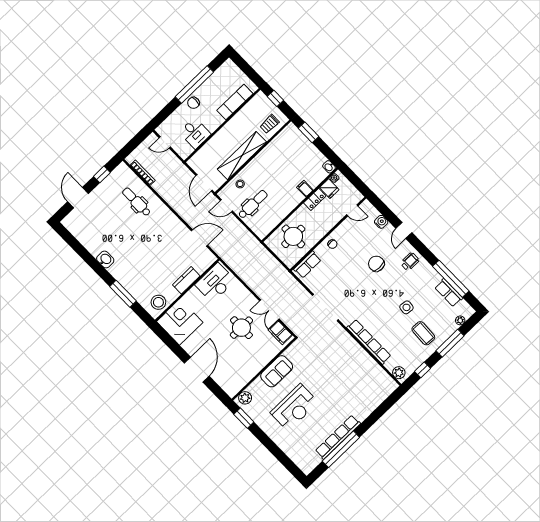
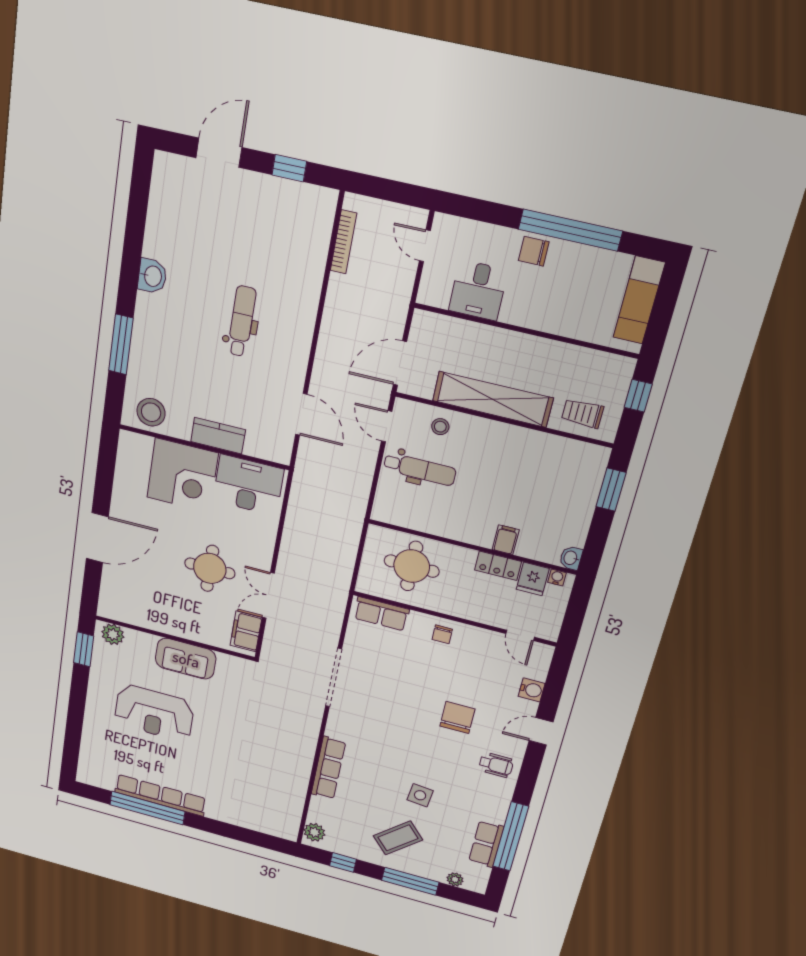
exam couch: (235, 102) -> (639, 300), moved, turned -90
dental chair: (136, 202) -> (242, 321), moved
corner desk: (180, 322) -> (182, 475), moved, turned 90
coffee table: (423, 333) -> (398, 838), turned 45
row of seats: (369, 342) -> (328, 768), width x0.73

